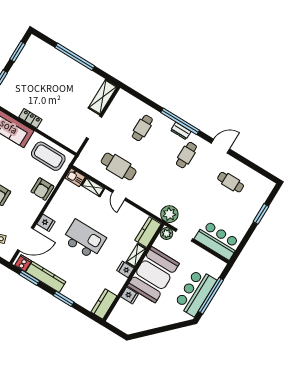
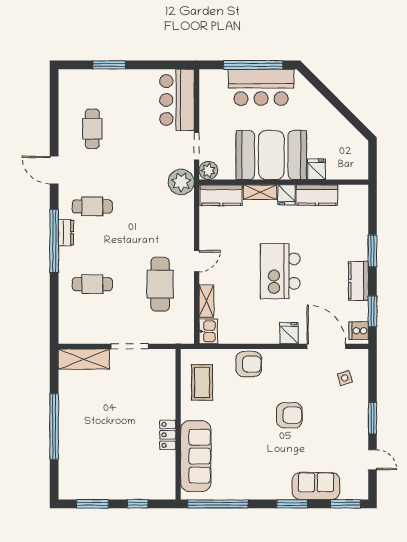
coffee table: (48, 156) -> (202, 382), width x0.73, depth x0.76
kitchen counter: (46, 277) -> (358, 281), width x0.67
kitchen counter: (104, 304) -> (317, 195), moved

